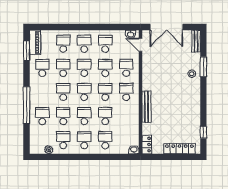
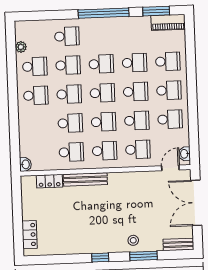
school desk: (42, 68) -> (133, 34), removed
window: (26, 105) -> (104, 13), moved
window: (203, 132) -> (100, 257), moved
school desk: (105, 140) -> (71, 152), moved
locker: (147, 144) -> (50, 181), moved
locker: (179, 149) -> (30, 235), width x0.66

